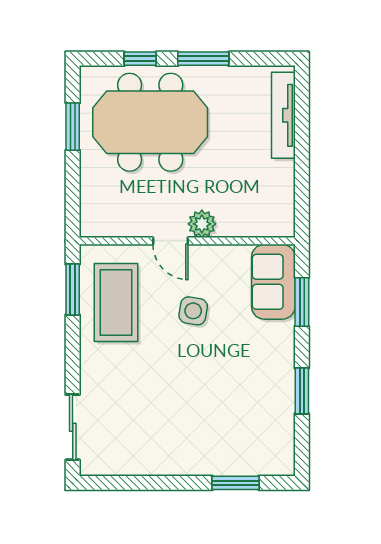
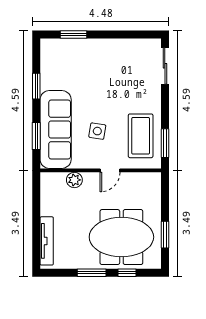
plant: (202, 224) -> (74, 180), moved
door: (170, 241) -> (110, 170), swing flipped
sofa: (273, 282) -> (56, 129), width x1.85, depth x1.27

